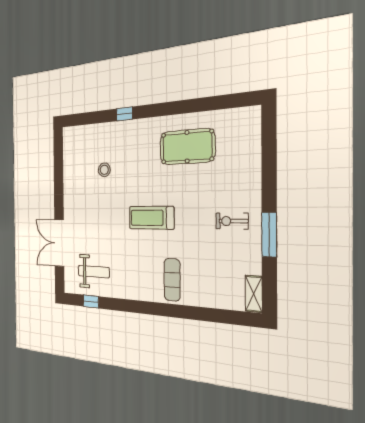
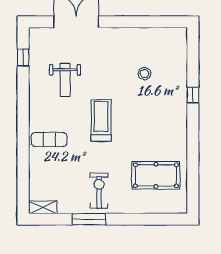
pool table: (187, 147) -> (156, 175), moved, turned 90
exercise bike: (232, 221) -> (99, 191), width x1.38, depth x1.39
weight bench: (94, 272) -> (65, 80), moved

